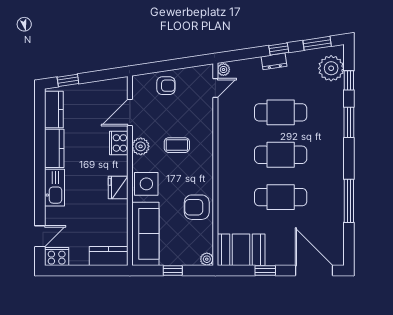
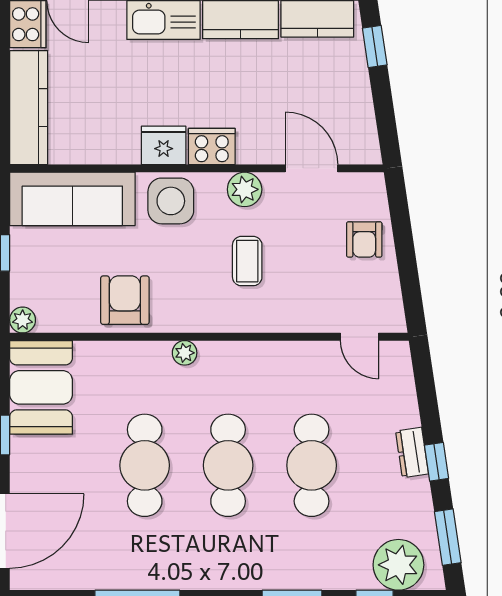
plant: (223, 70) -> (185, 353), moved
cooker: (119, 143) -> (212, 147), moved
kitchen counter: (109, 256) -> (29, 108), width x1.50

